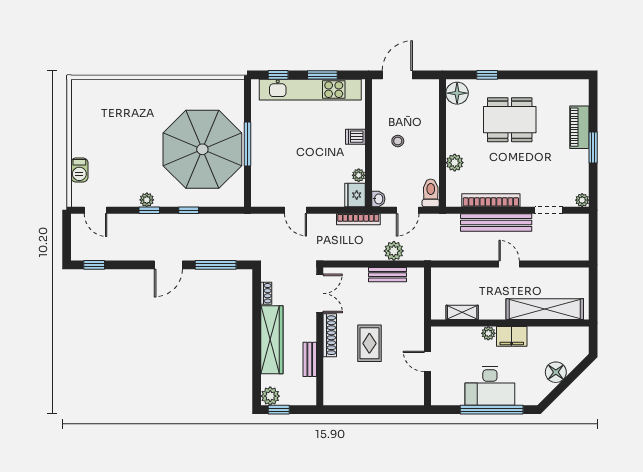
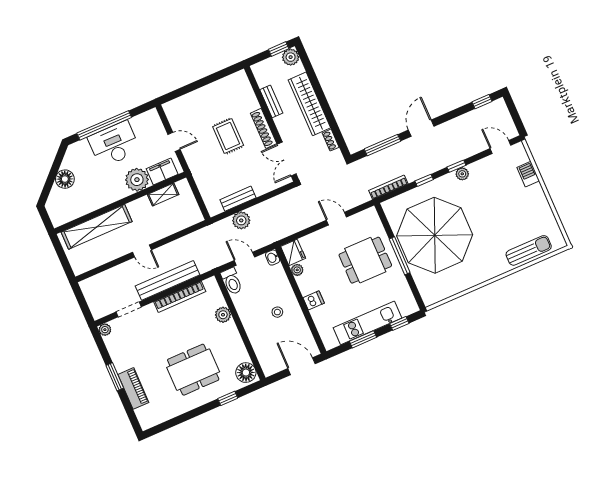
door: (397, 75) -> (301, 366), swing flipped
kitchen unit: (310, 90) -> (368, 323), width x0.73
sun lounger: (113, 92) -> (529, 250), added
dining table: (285, 155) -> (365, 260), added
door: (408, 210) -> (244, 259), hinge flipped
bookcase: (358, 219) -> (388, 187), moved
plant: (488, 333) -> (137, 180), width x1.88, depth x1.88
filing cabinet: (512, 336) -> (162, 171), moved

